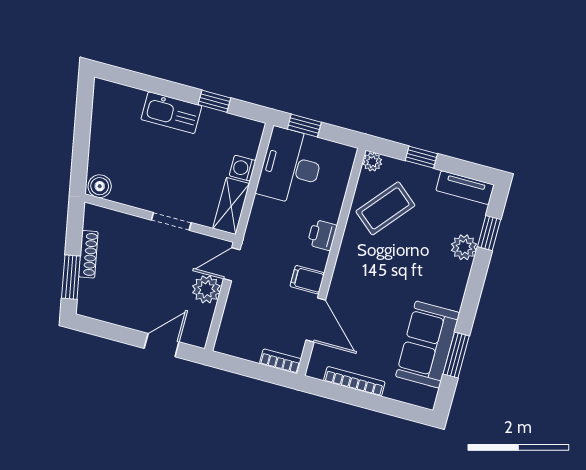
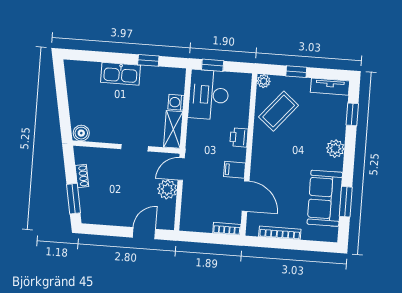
plant: (464, 247) -> (335, 149), moved
shoe rack: (88, 254) -> (82, 176), width x0.70

